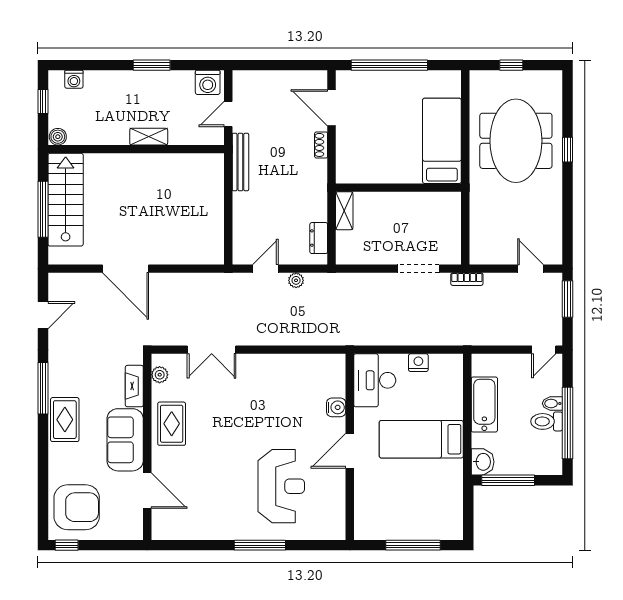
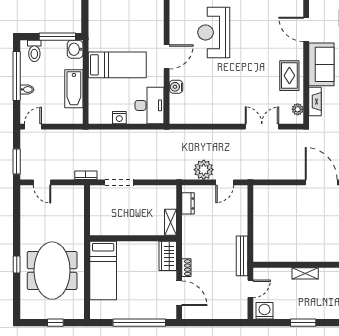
wardrobe: (348, 162) -> (168, 256), added
plant: (296, 280) -> (204, 170), width x1.88, depth x1.88
toilet: (547, 421) -> (34, 51), moved, turned 90

